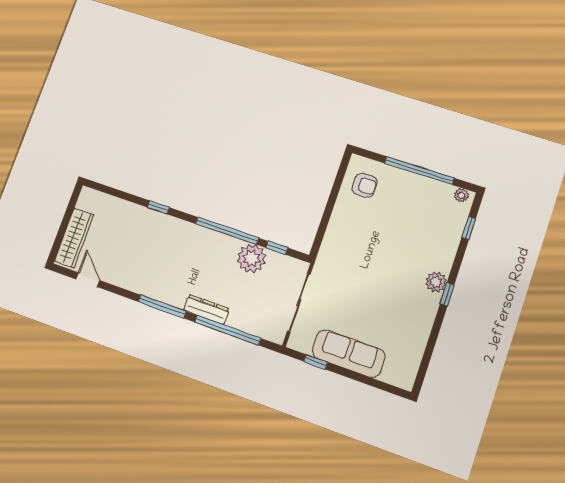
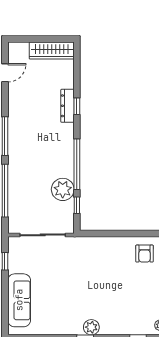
wardrobe: (74, 238) -> (52, 50), moved
dresser: (206, 309) -> (67, 106), moved, turned 180
sofa: (349, 354) -> (19, 300), moved

